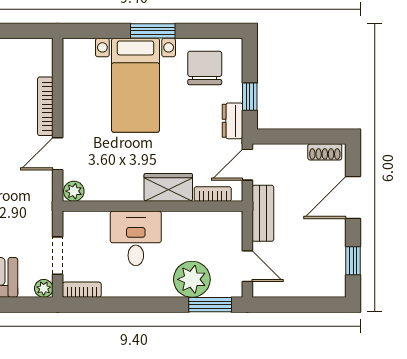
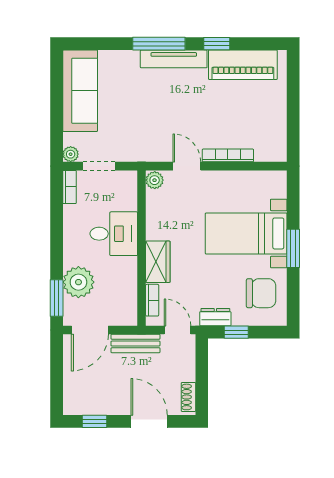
door: (247, 266) -> (90, 330), width x1.38

